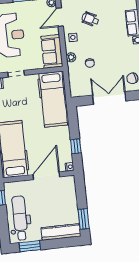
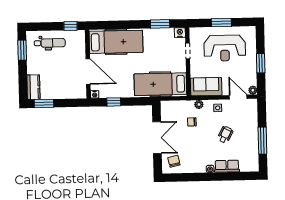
wheelchair: (90, 19) -> (225, 135), moved
dental chair: (20, 218) -> (50, 43), width x0.73, depth x0.72
kitchen counter: (61, 232) -> (33, 87), width x0.67

